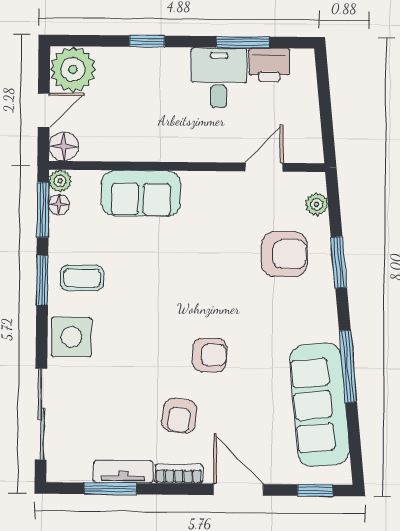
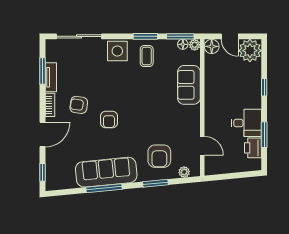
sofa: (320, 405) -> (106, 172), moved

